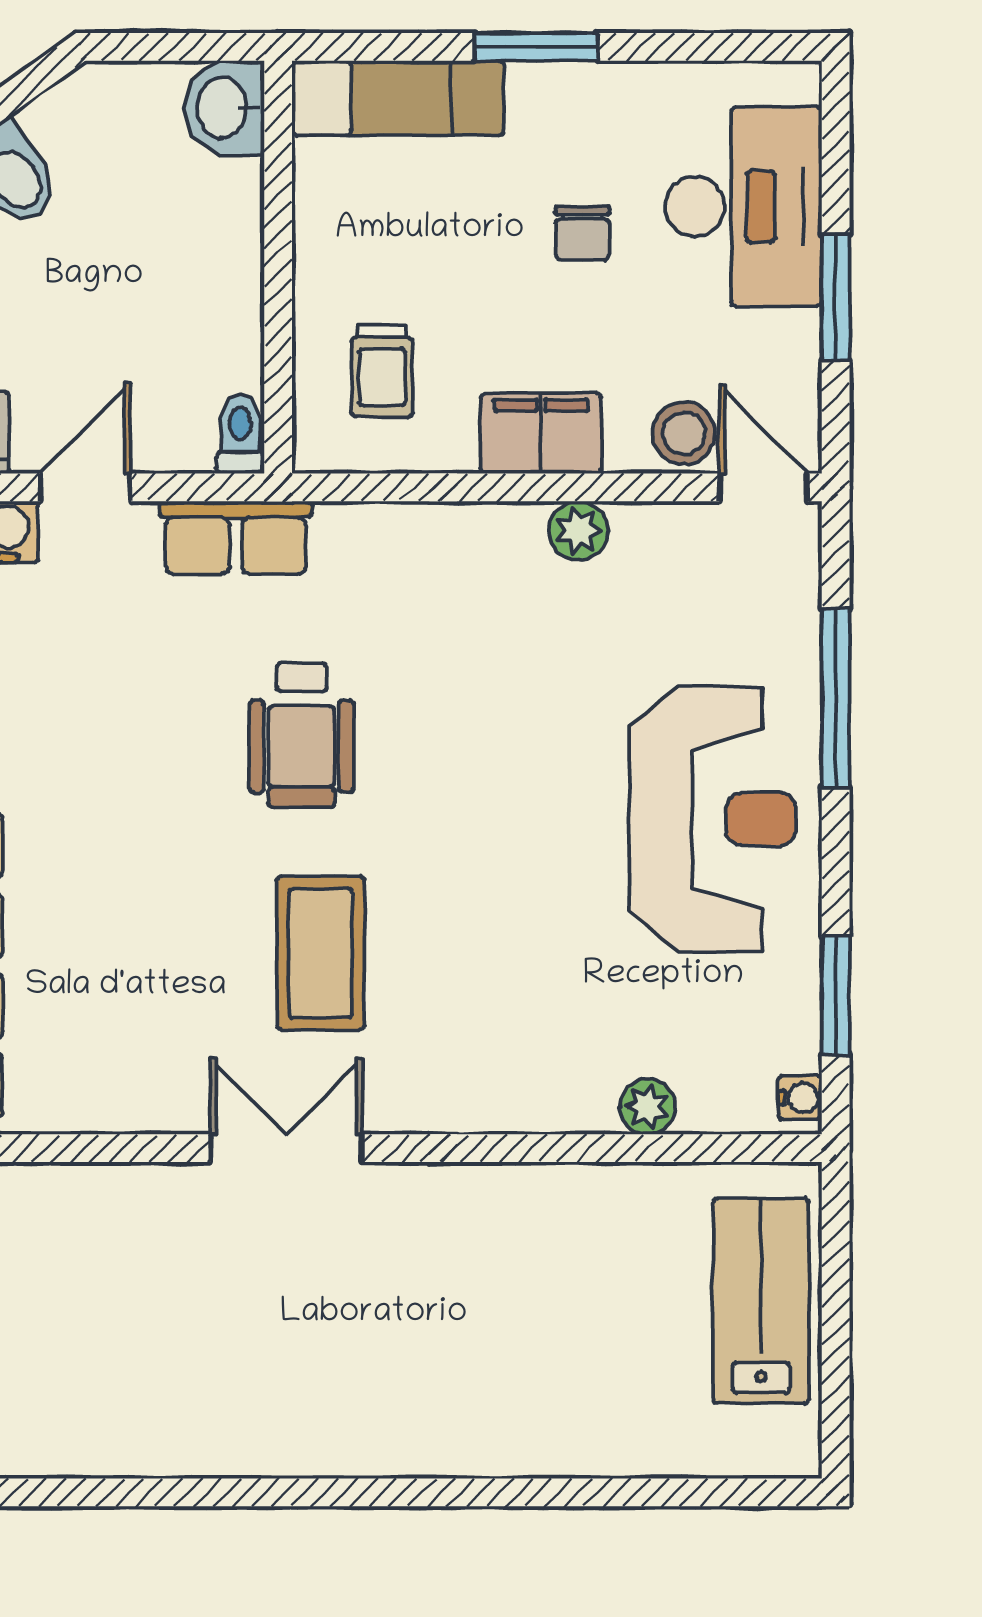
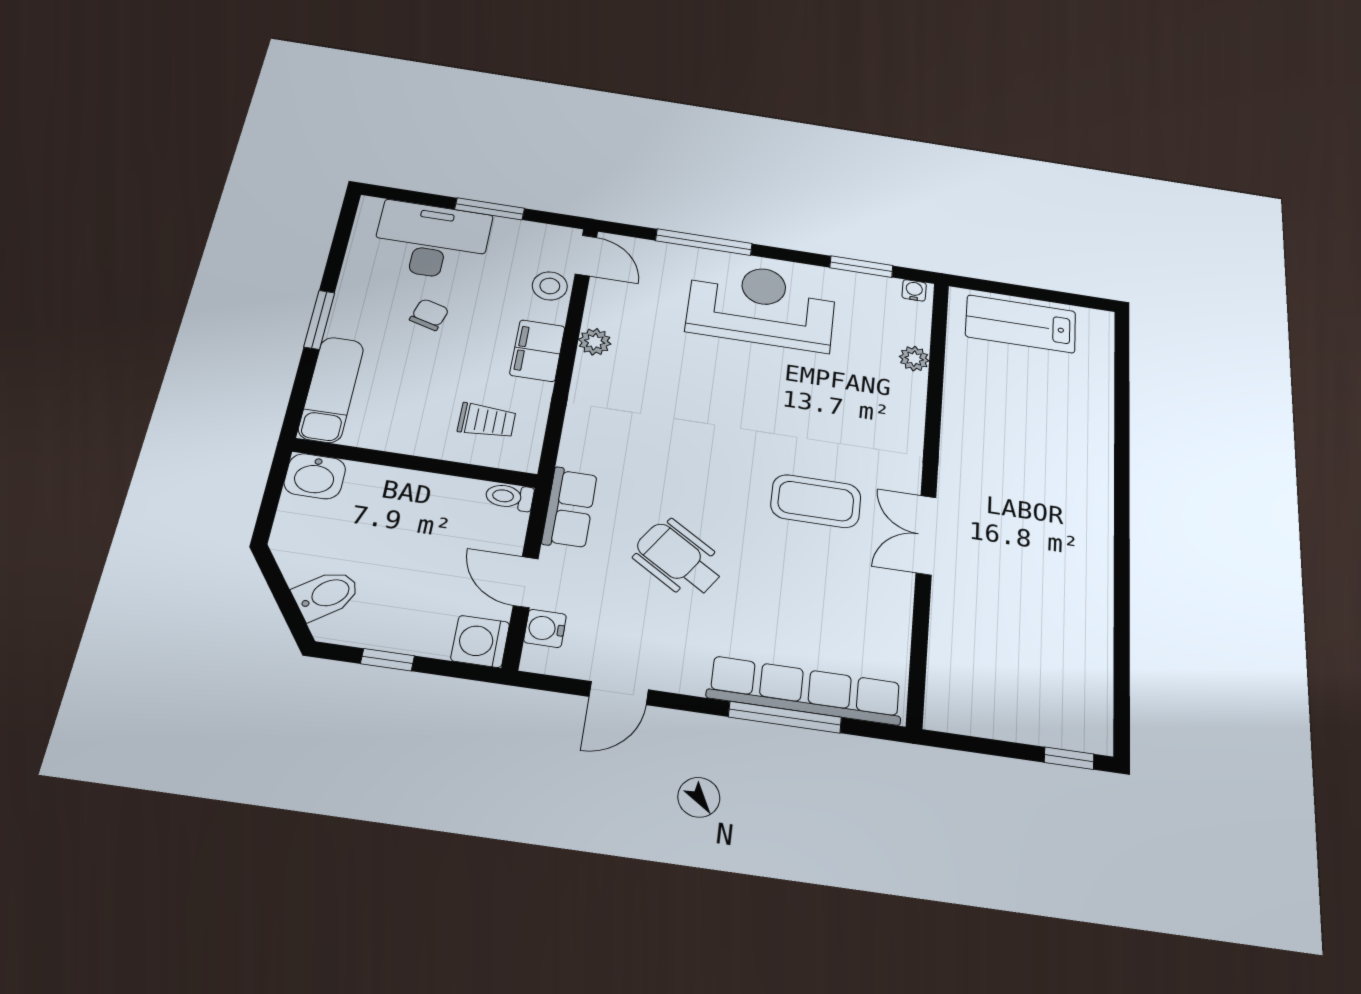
chair: (582, 233) -> (429, 315), turned -74
door: (763, 487) -> (586, 256), swing flipped
wheelchair: (302, 735) -> (679, 559), moved, turned -147

